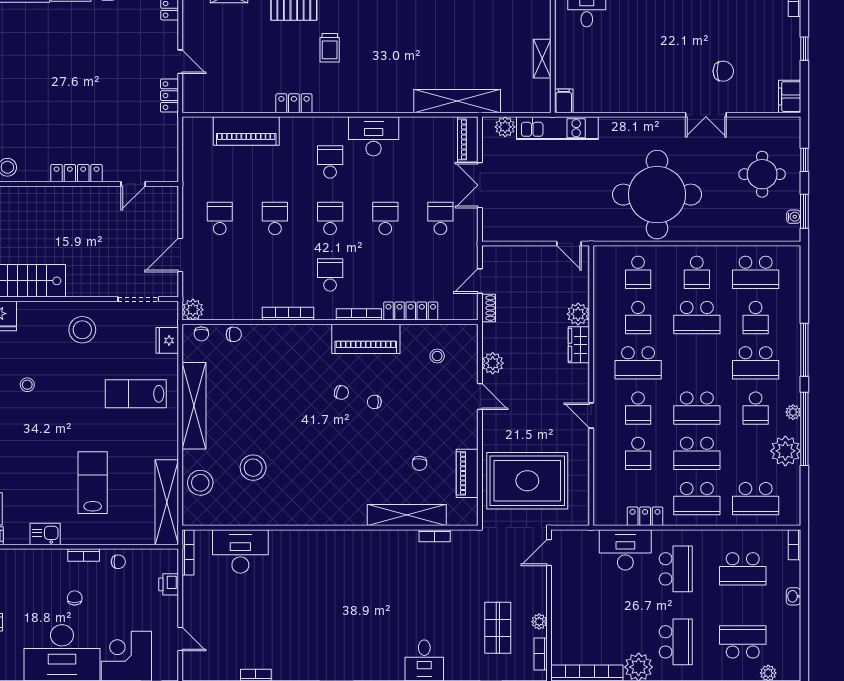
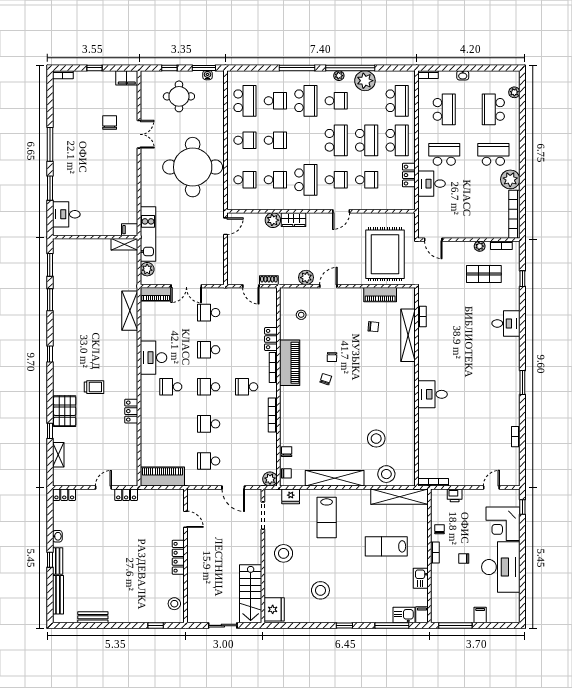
shelving: (542, 59) -> (124, 244), moved
shelving: (457, 101) -> (130, 311), width x0.68
piano: (246, 131) -> (162, 477), moved, turned -90
locker: (411, 311) -> (271, 339), width x0.66
school desk: (697, 318) -> (275, 140), width x0.54
stool: (27, 385) -> (320, 590), width x1.89, depth x1.89
desk: (625, 550) -> (431, 184), width x0.73
desk: (240, 551) -> (433, 394), moved, width x0.73

